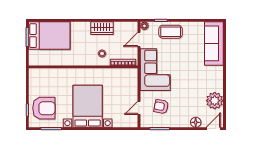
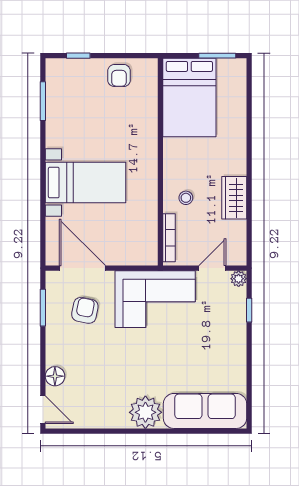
coffee table: (171, 32) -> (227, 328), removed
bed: (49, 36) -> (189, 97), moved
door: (139, 40) -> (212, 268), hinge flipped
plant: (215, 101) -> (145, 412), moved
bed with nightstands: (88, 106) -> (85, 183), width x0.73
armchair: (44, 108) -> (119, 76), moved, width x0.53, depth x0.53
door: (139, 108) -> (82, 268), width x1.88

